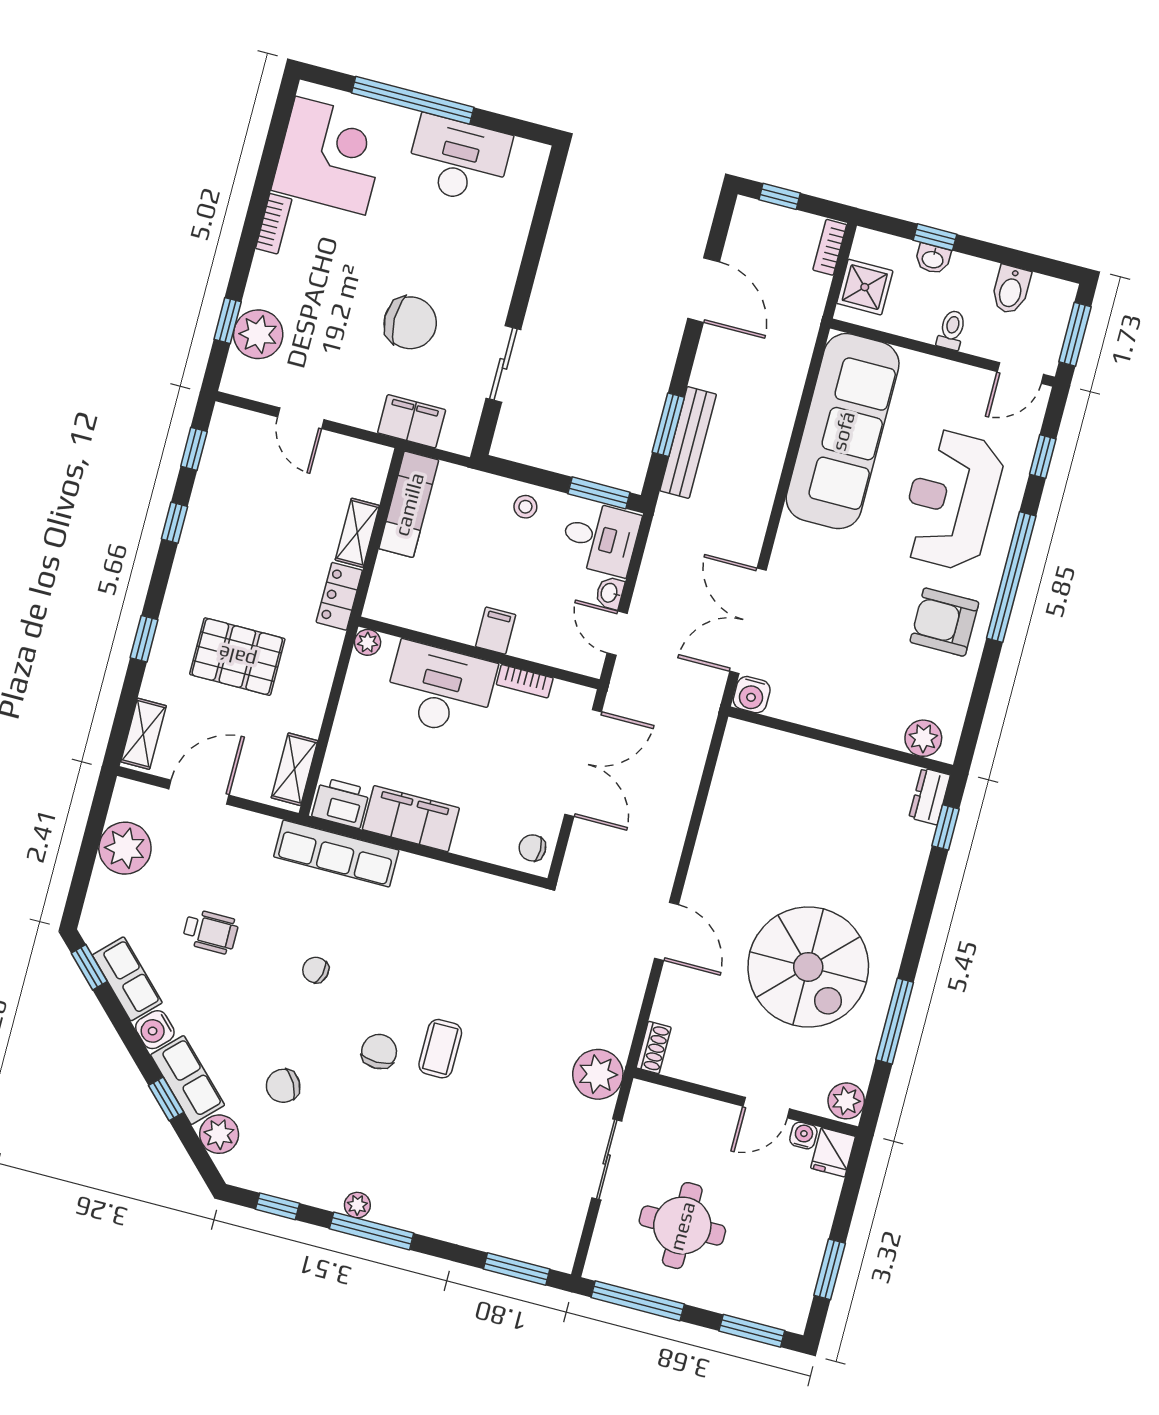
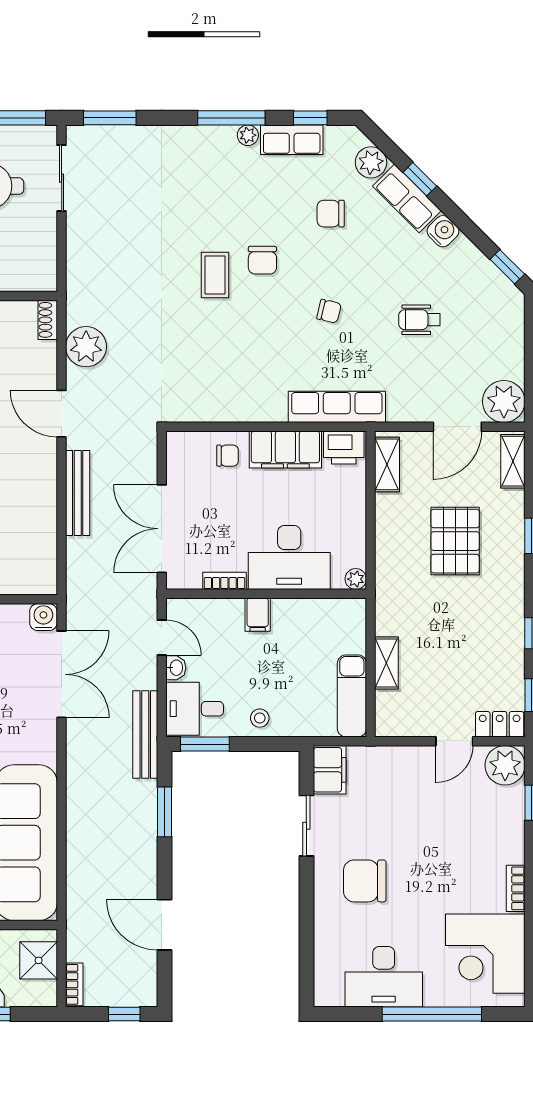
chair: (410, 323) -> (365, 881), moved
plant: (258, 334) -> (505, 765), moved
door: (301, 418) -> (454, 741), swing flipped
filing cabinet: (412, 421) -> (330, 770), moved, turned -90
bench: (688, 442) -> (145, 735), moved
locker: (339, 596) -> (500, 724), moved, turned -90
pallet: (237, 657) -> (455, 541), turned 90
bench: (672, 832) -> (78, 493), added
plant: (125, 848) -> (504, 401), moved
chair: (532, 848) -> (227, 456), moved
row of seats: (127, 979) -> (292, 140), moved, turned -45
plant: (598, 1074) -> (86, 347), moved
chair: (283, 1086) -> (331, 214), turned -151
sliding door: (607, 1159) -> (62, 178), moved

